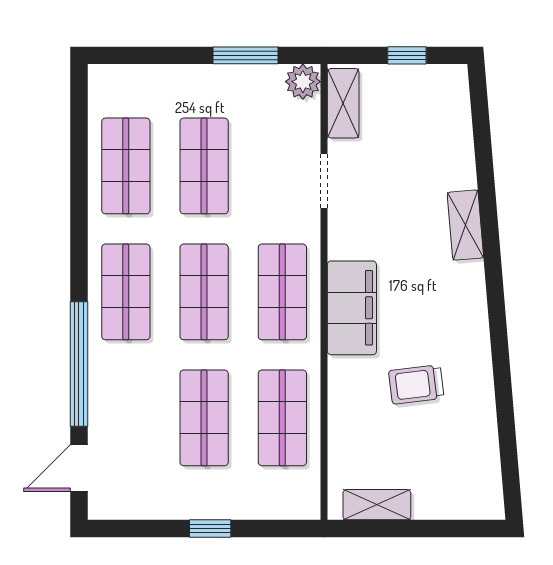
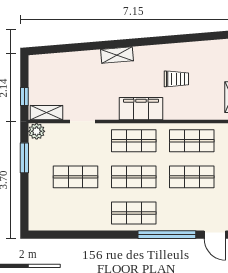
window: (407, 55) -> (24, 96), moved
shop shelf: (126, 166) -> (76, 213), removed
shelving: (465, 225) -> (117, 55), moved
trolley: (416, 384) -> (176, 79), turned -83

